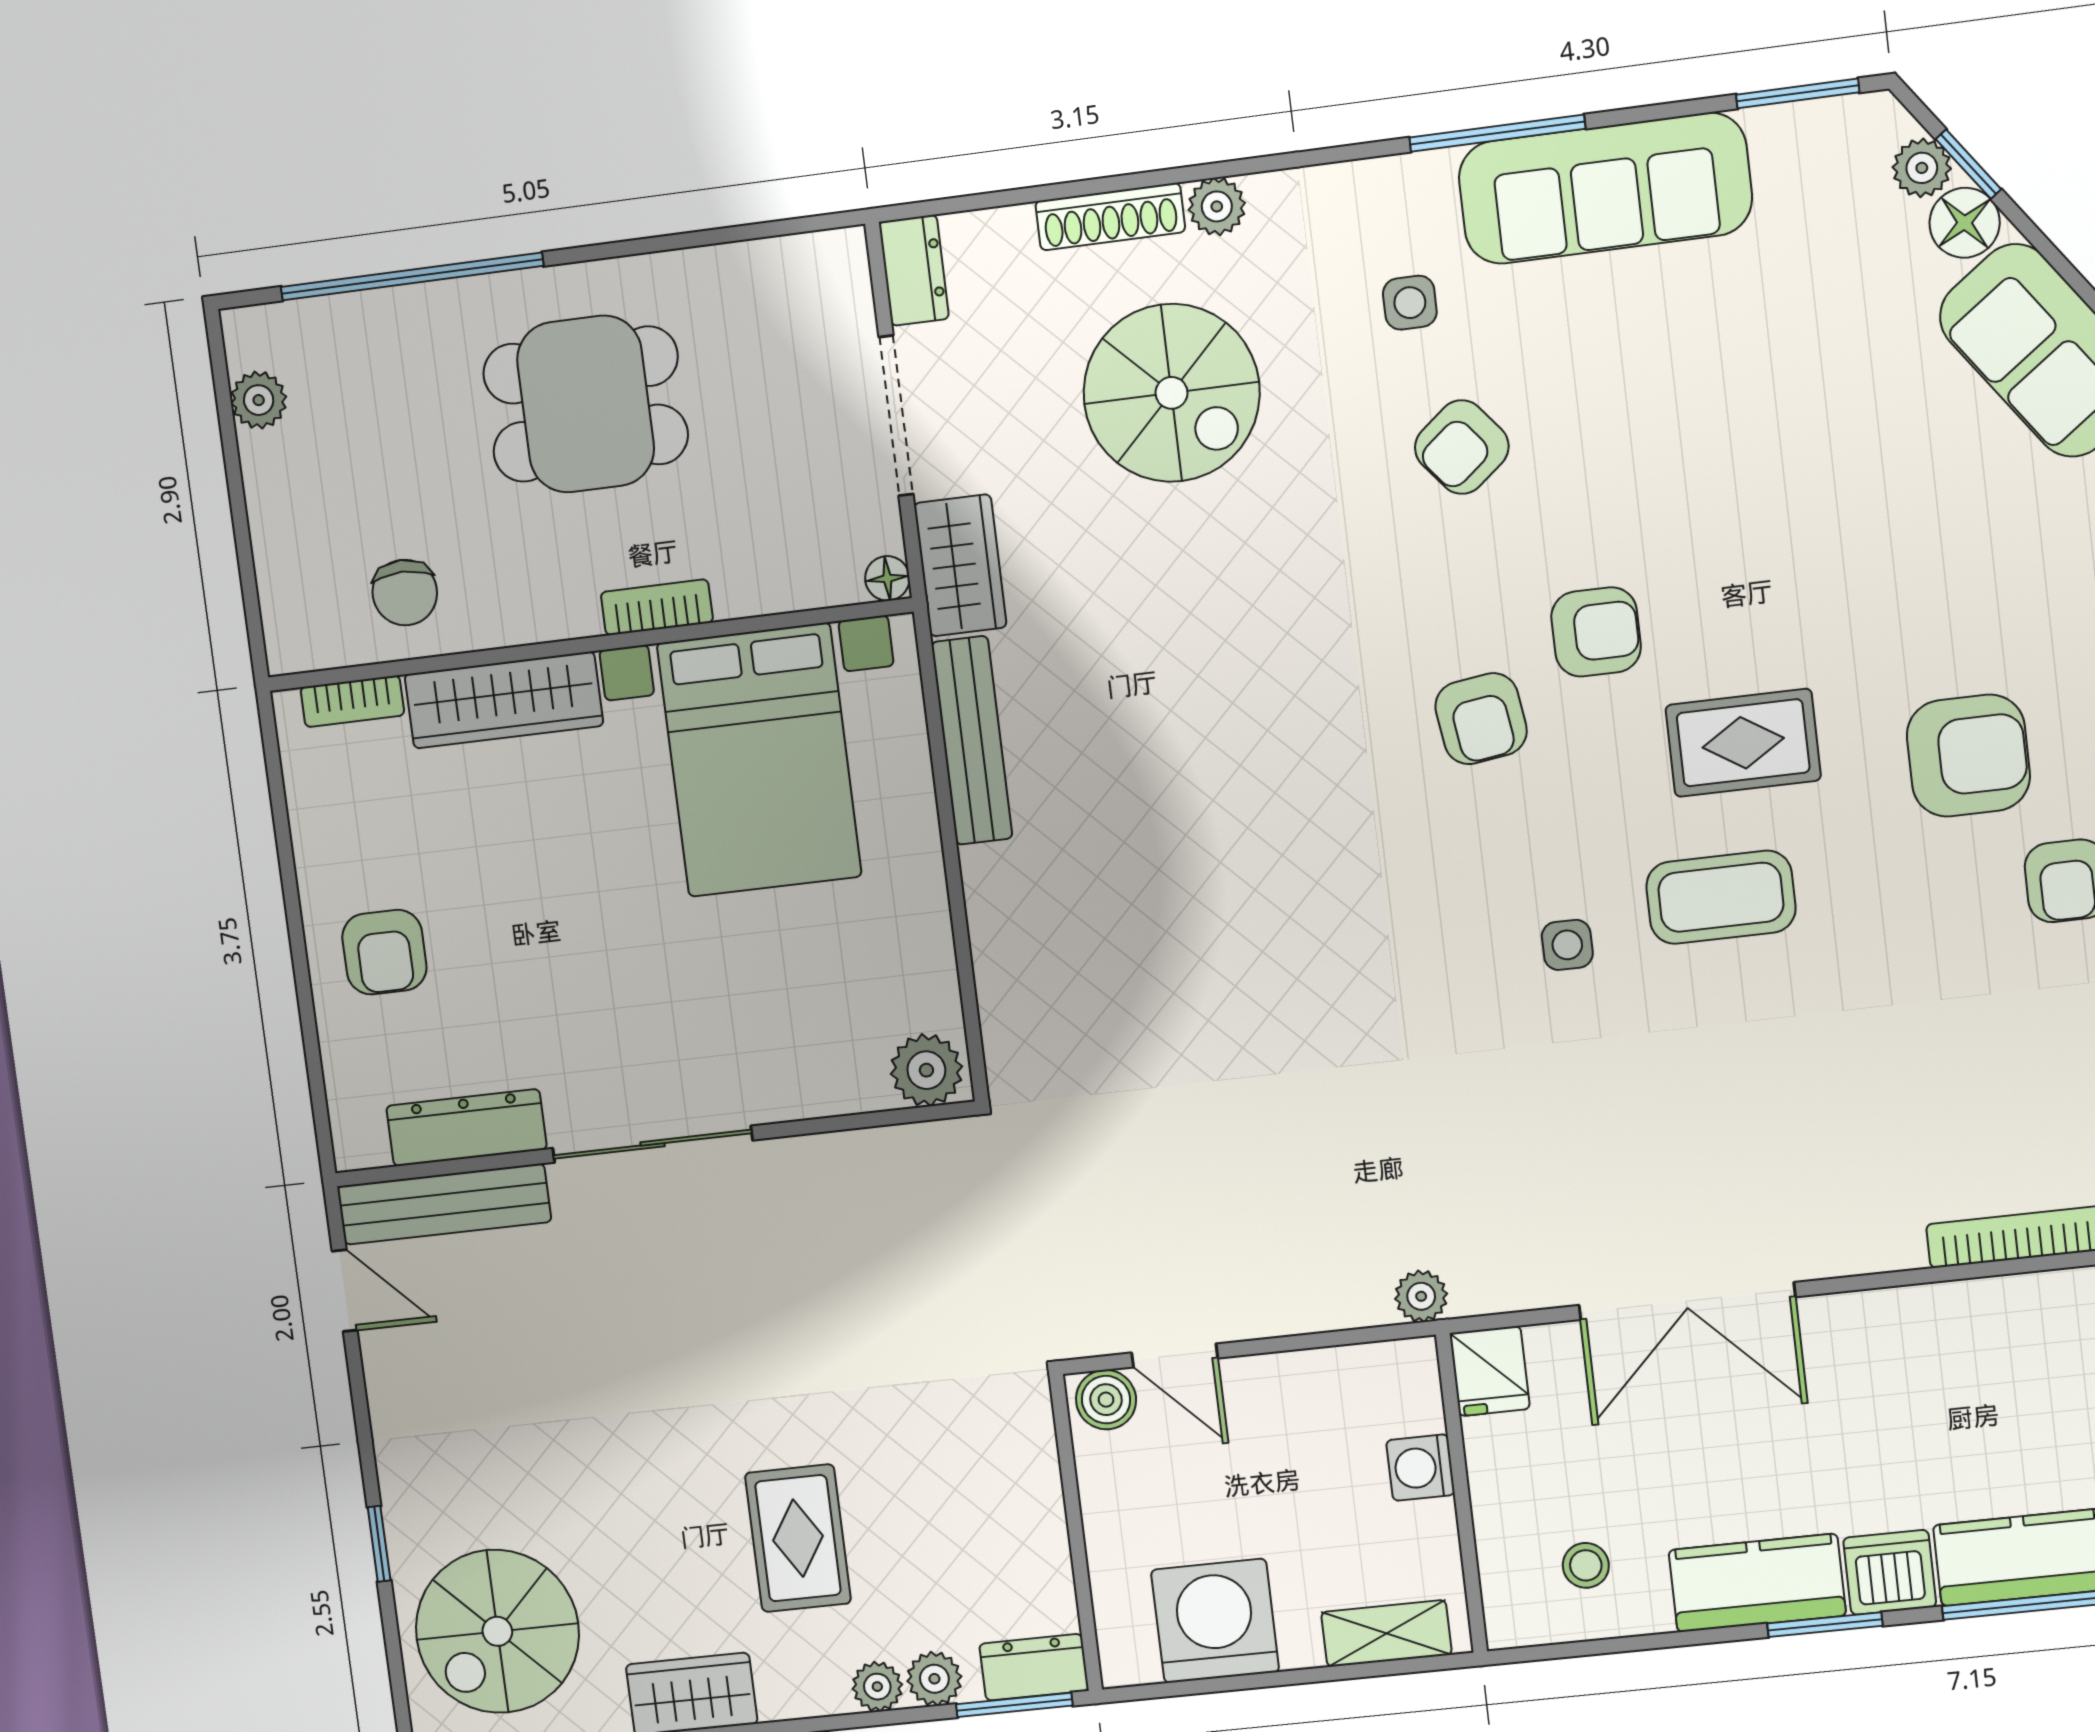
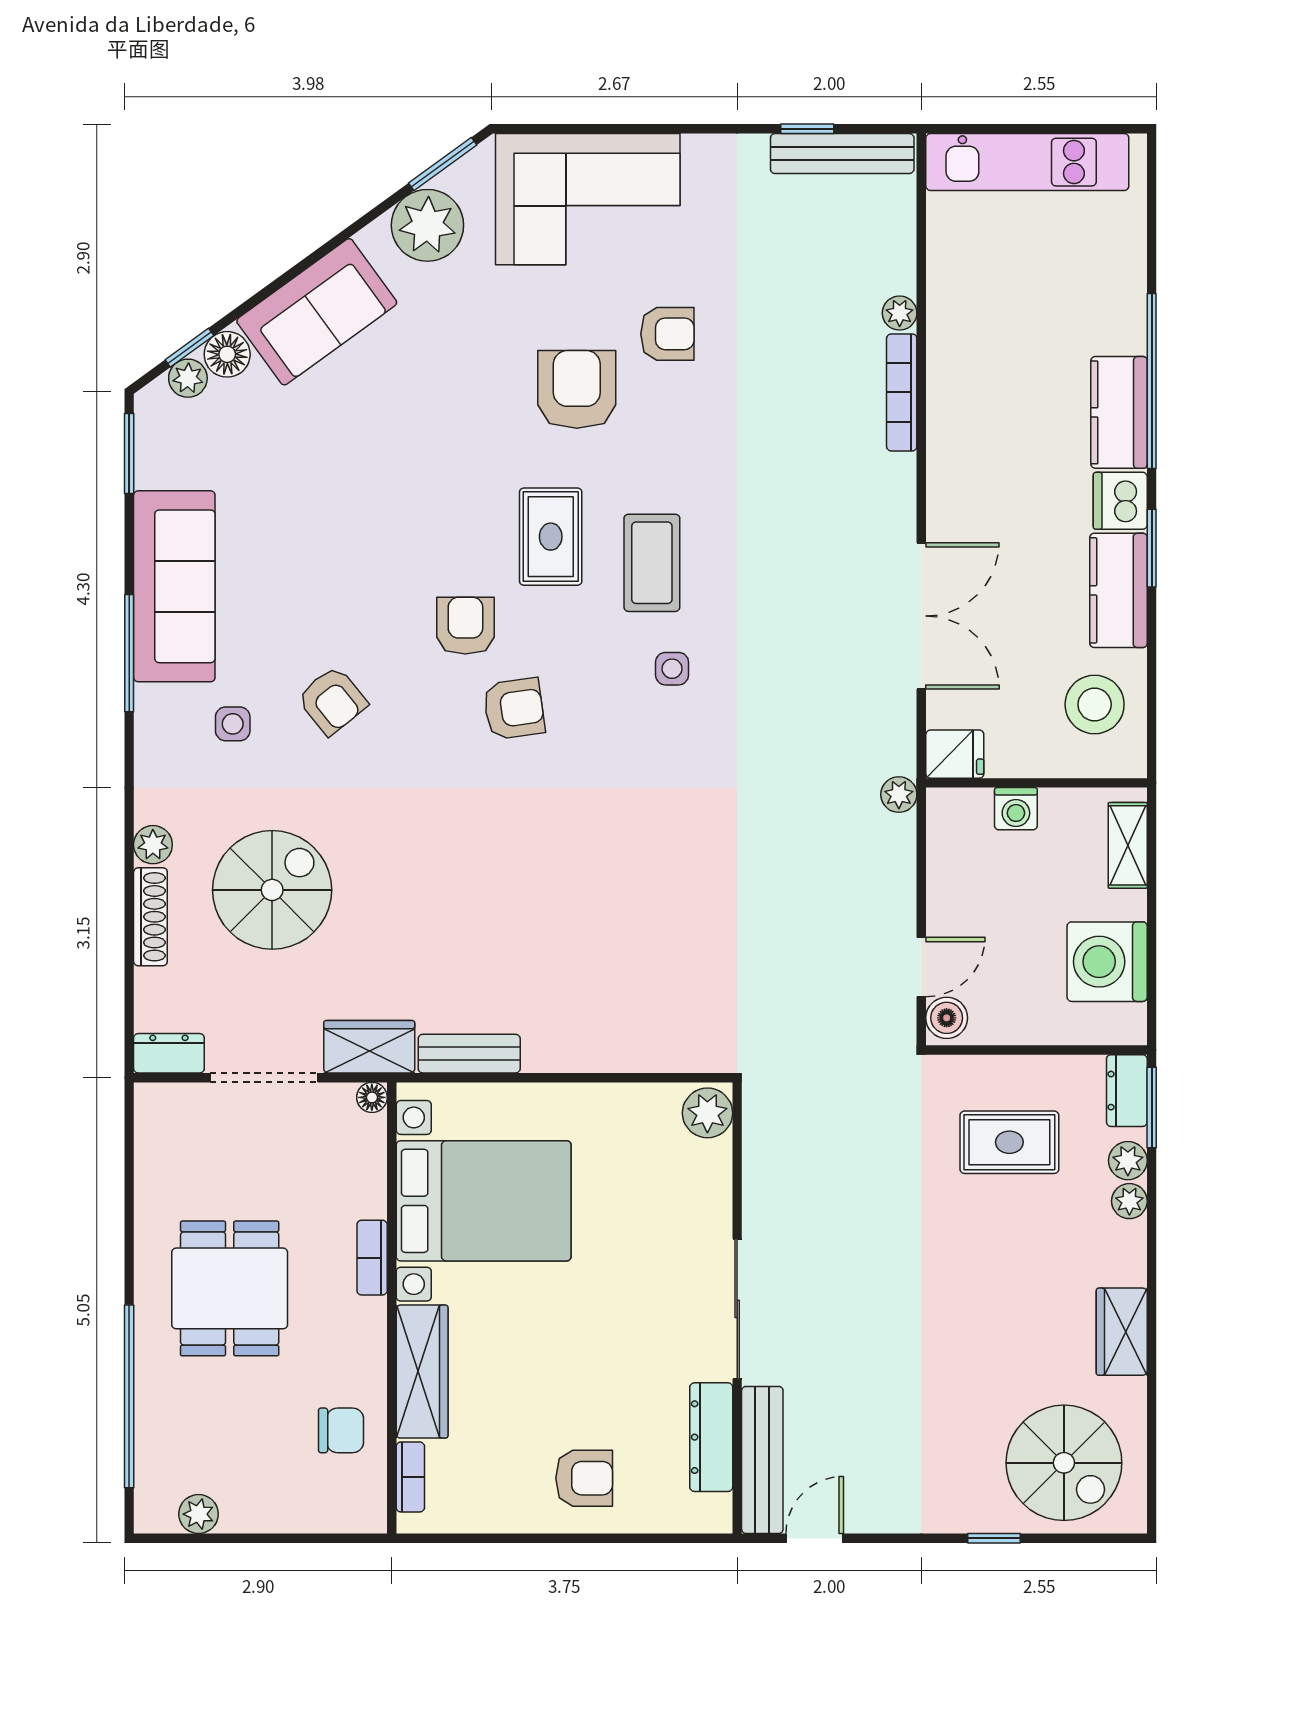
bench: (972, 740) -> (469, 1054), width x0.73
rug: (798, 1538) -> (1009, 1142), moved
stool: (1586, 1565) -> (1095, 704), width x1.89, depth x1.89

